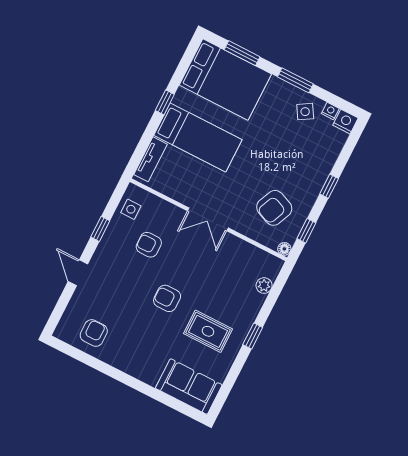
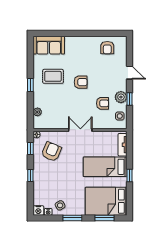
plant: (113, 240) -> (121, 97), added

